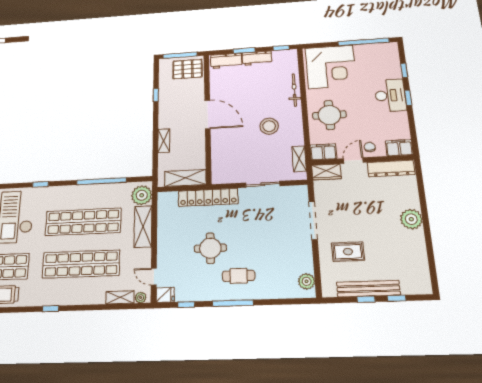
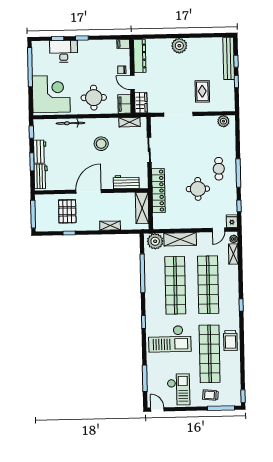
pallet: (187, 69) -> (67, 211), moved
desk: (390, 95) -> (64, 51), moved
filing cabinet: (399, 148) -> (123, 44), width x0.50
workbench: (220, 158) -> (126, 182), added
bench: (368, 289) -> (229, 59), moved

